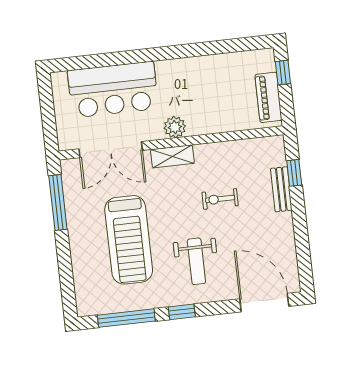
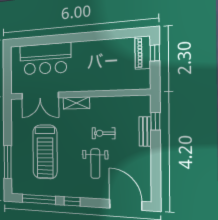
piano: (268, 97) -> (143, 53), moved
plant: (175, 127) -> (80, 85), removed
window: (58, 202) -> (8, 162), moved
weight bench: (196, 261) -> (95, 164), moved

